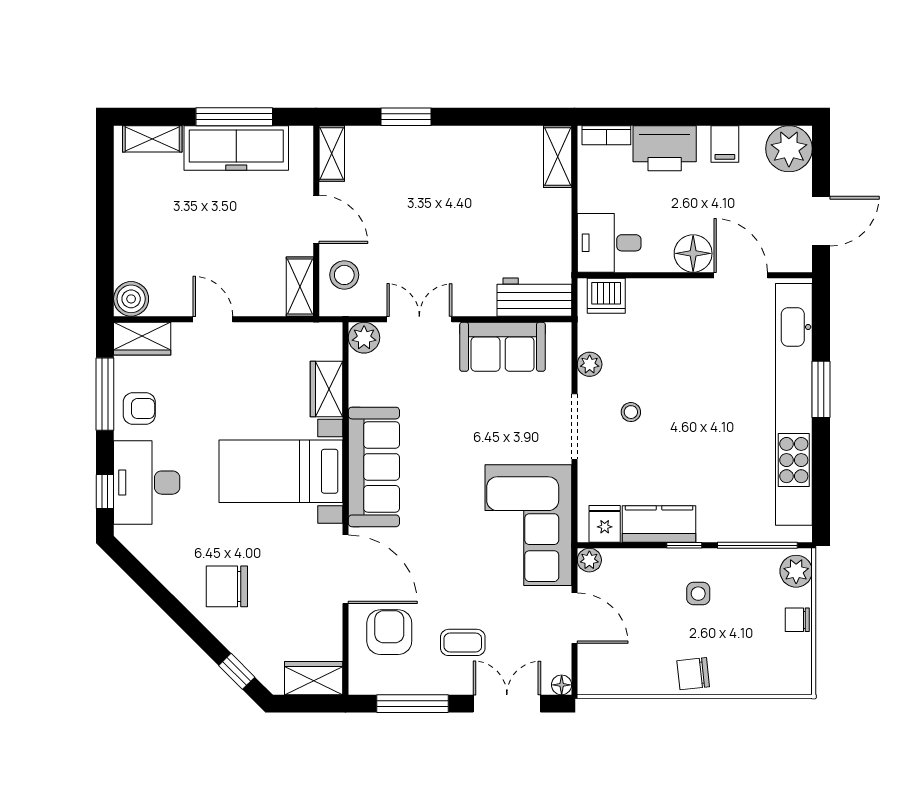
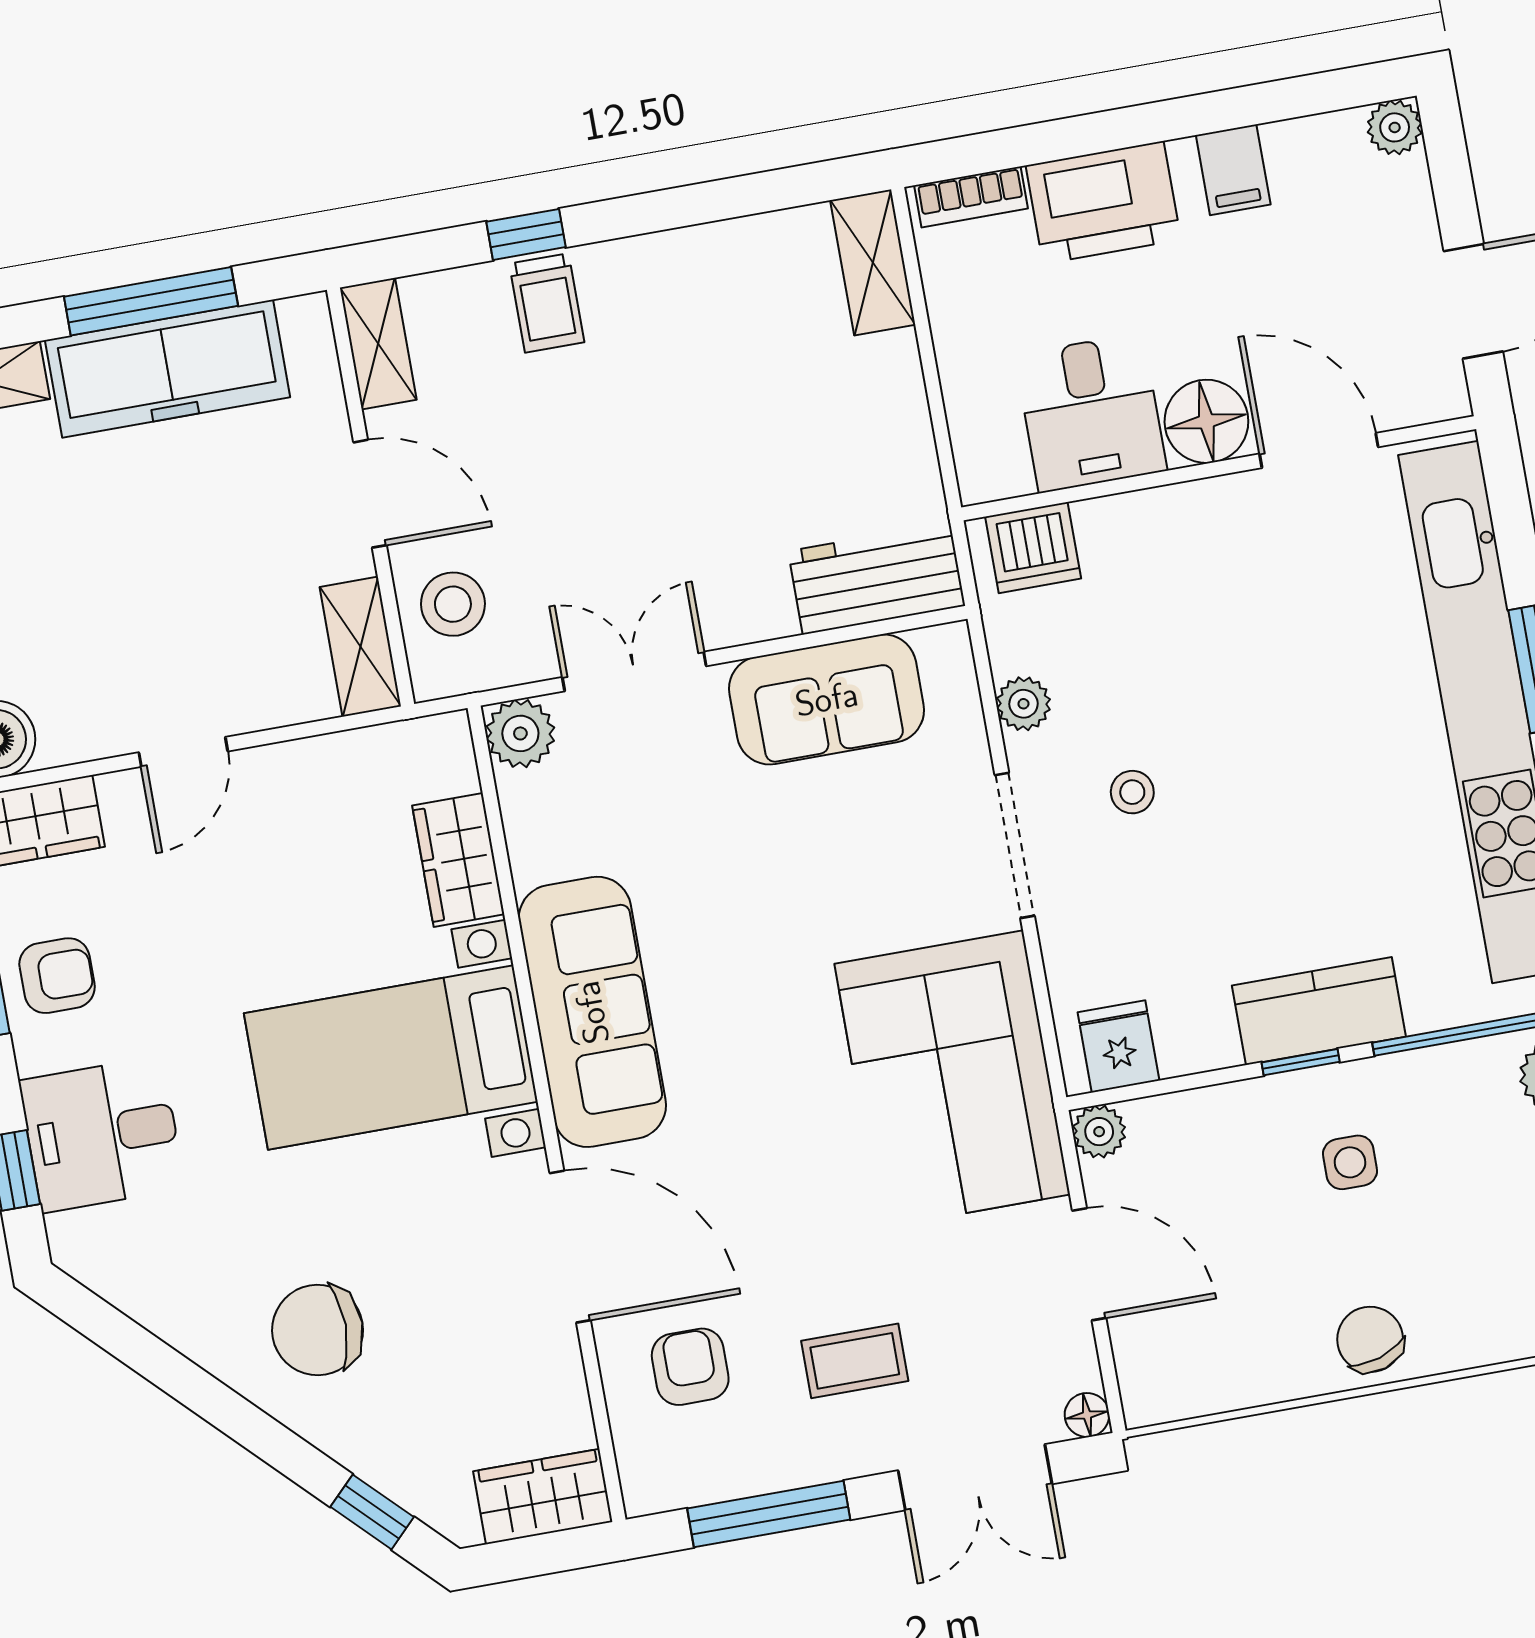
window: (406, 117) -> (526, 234), width x0.67
trolley: (410, 149) -> (547, 303), added
plant: (789, 149) -> (1395, 127), width x0.53, depth x0.53
desk: (609, 243) -> (1091, 413), moved, turned -90
door: (213, 319) -> (183, 752), swing flipped
desk: (147, 483) -> (102, 1134), width x0.73
kitchen counter: (659, 524) -> (1319, 1011), moved
armchair: (389, 632) -> (690, 1367), width x0.72, depth x0.72
chair: (693, 674) -> (1370, 1339), turned 78
double door: (507, 704) -> (975, 1477), swing flipped

